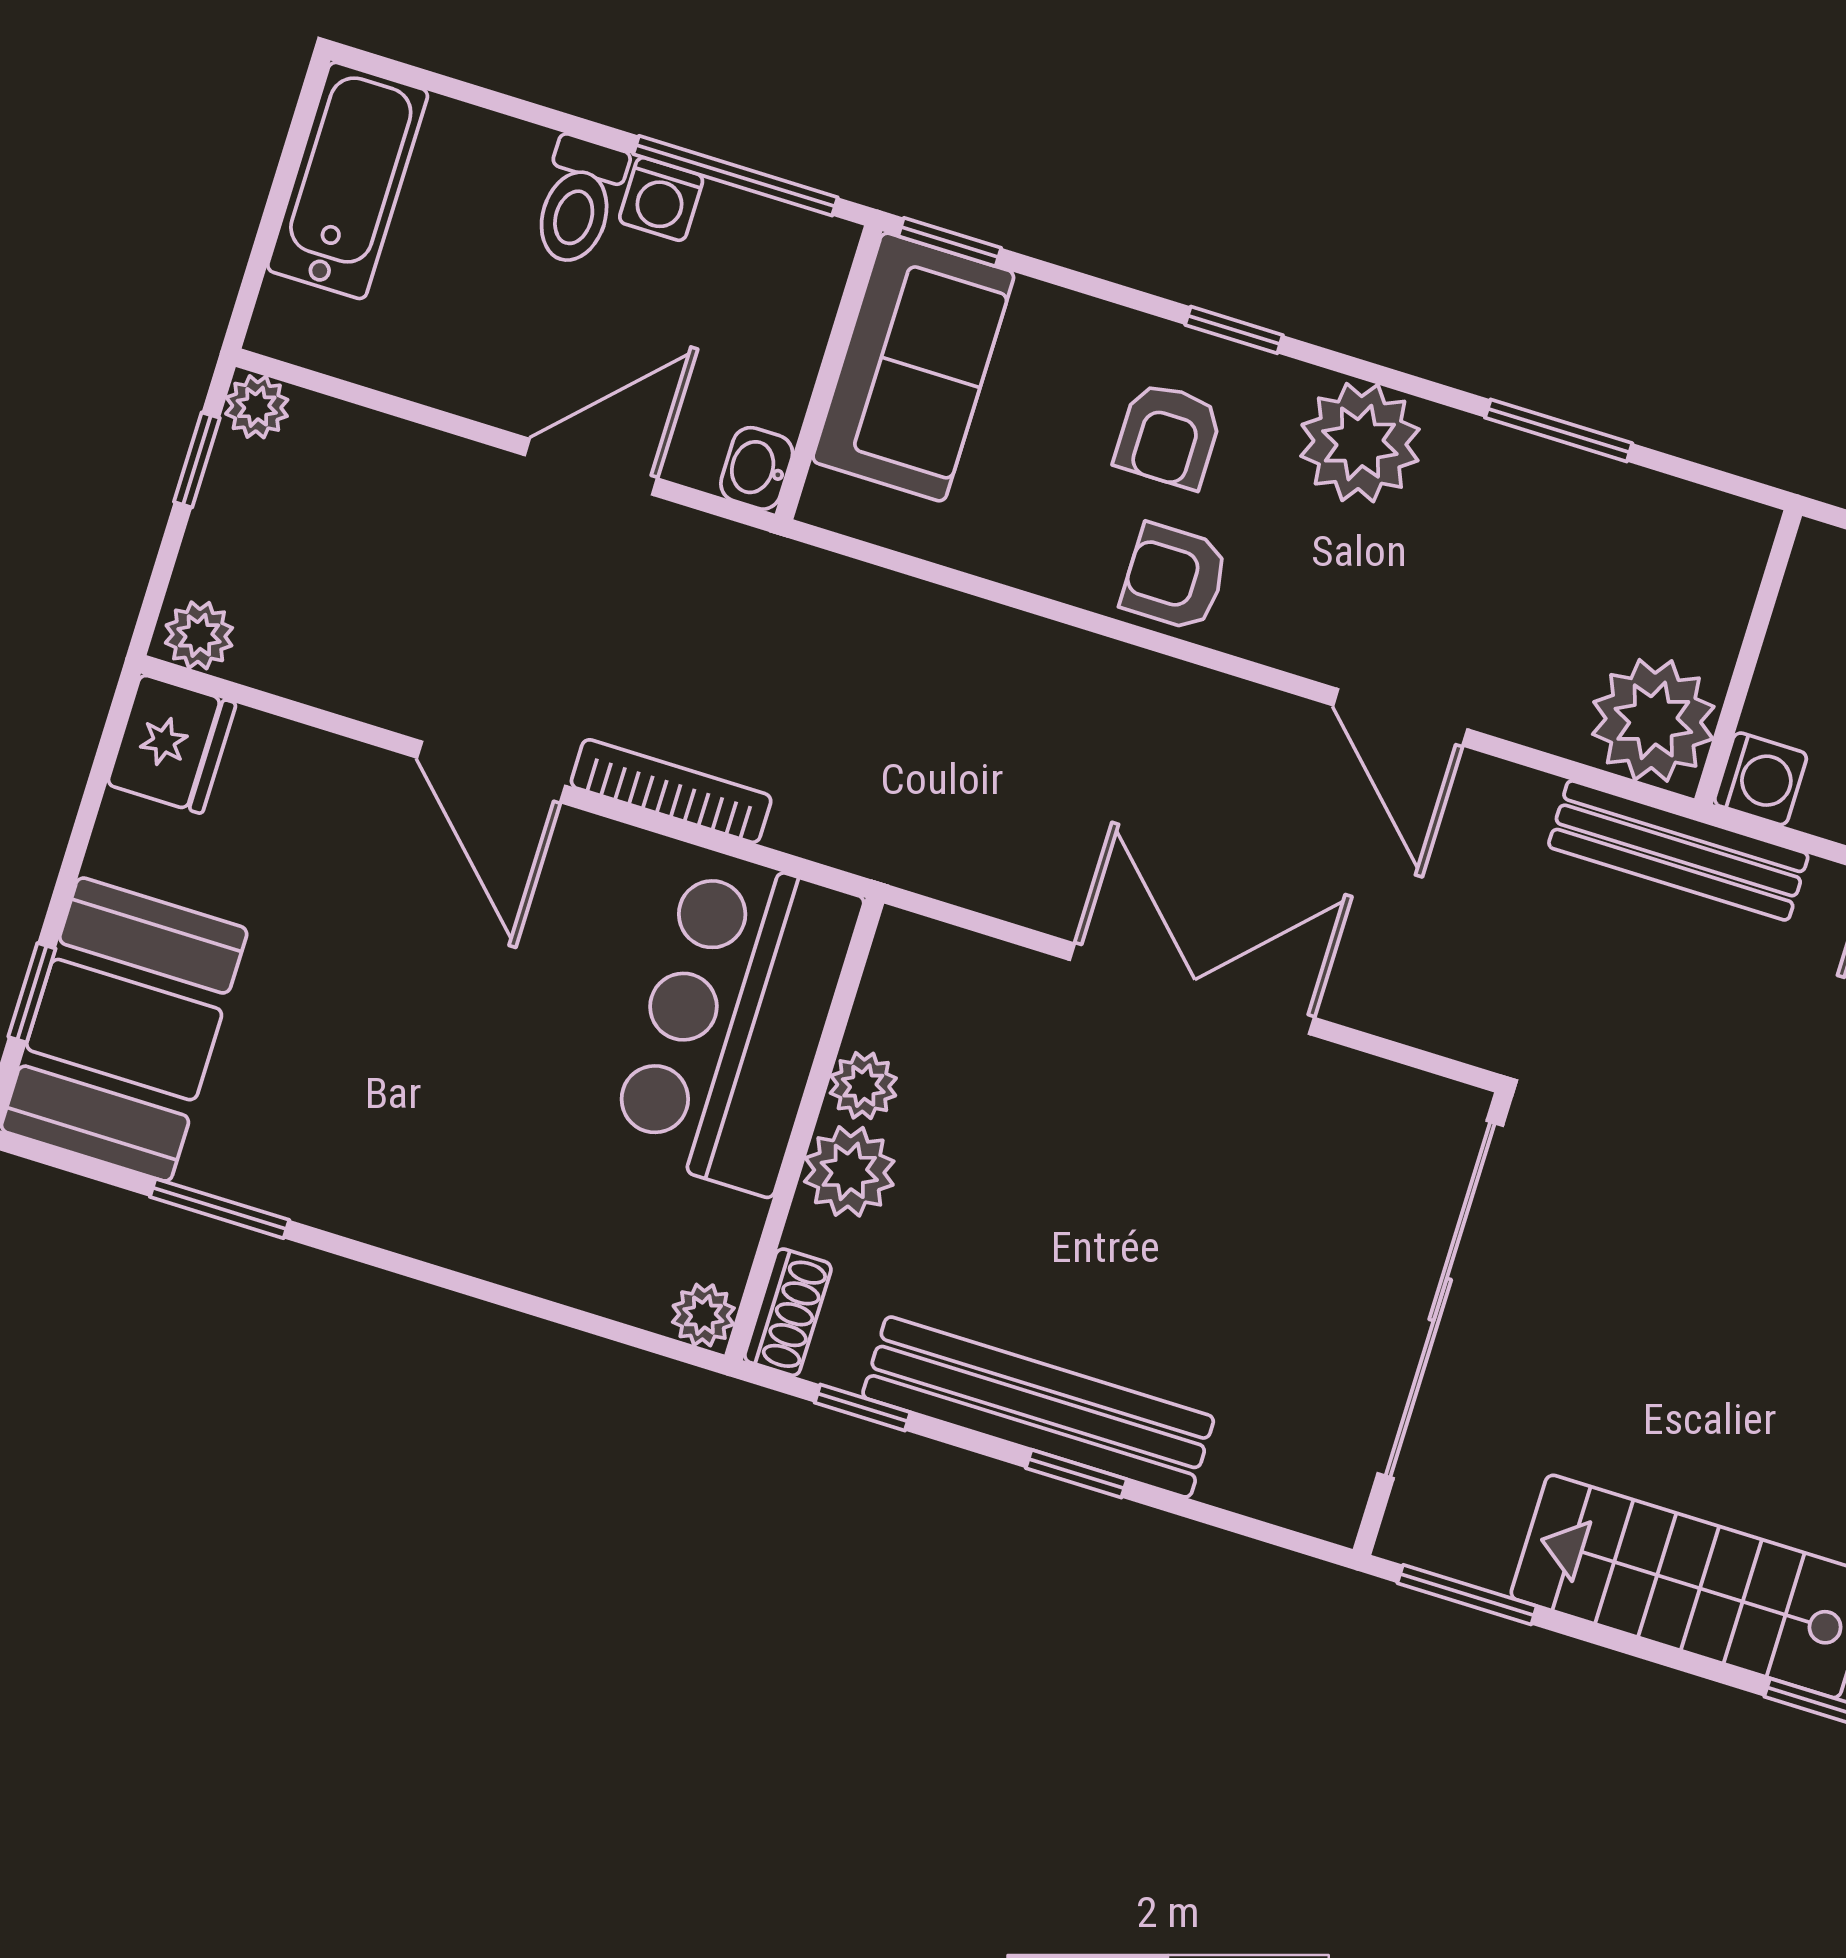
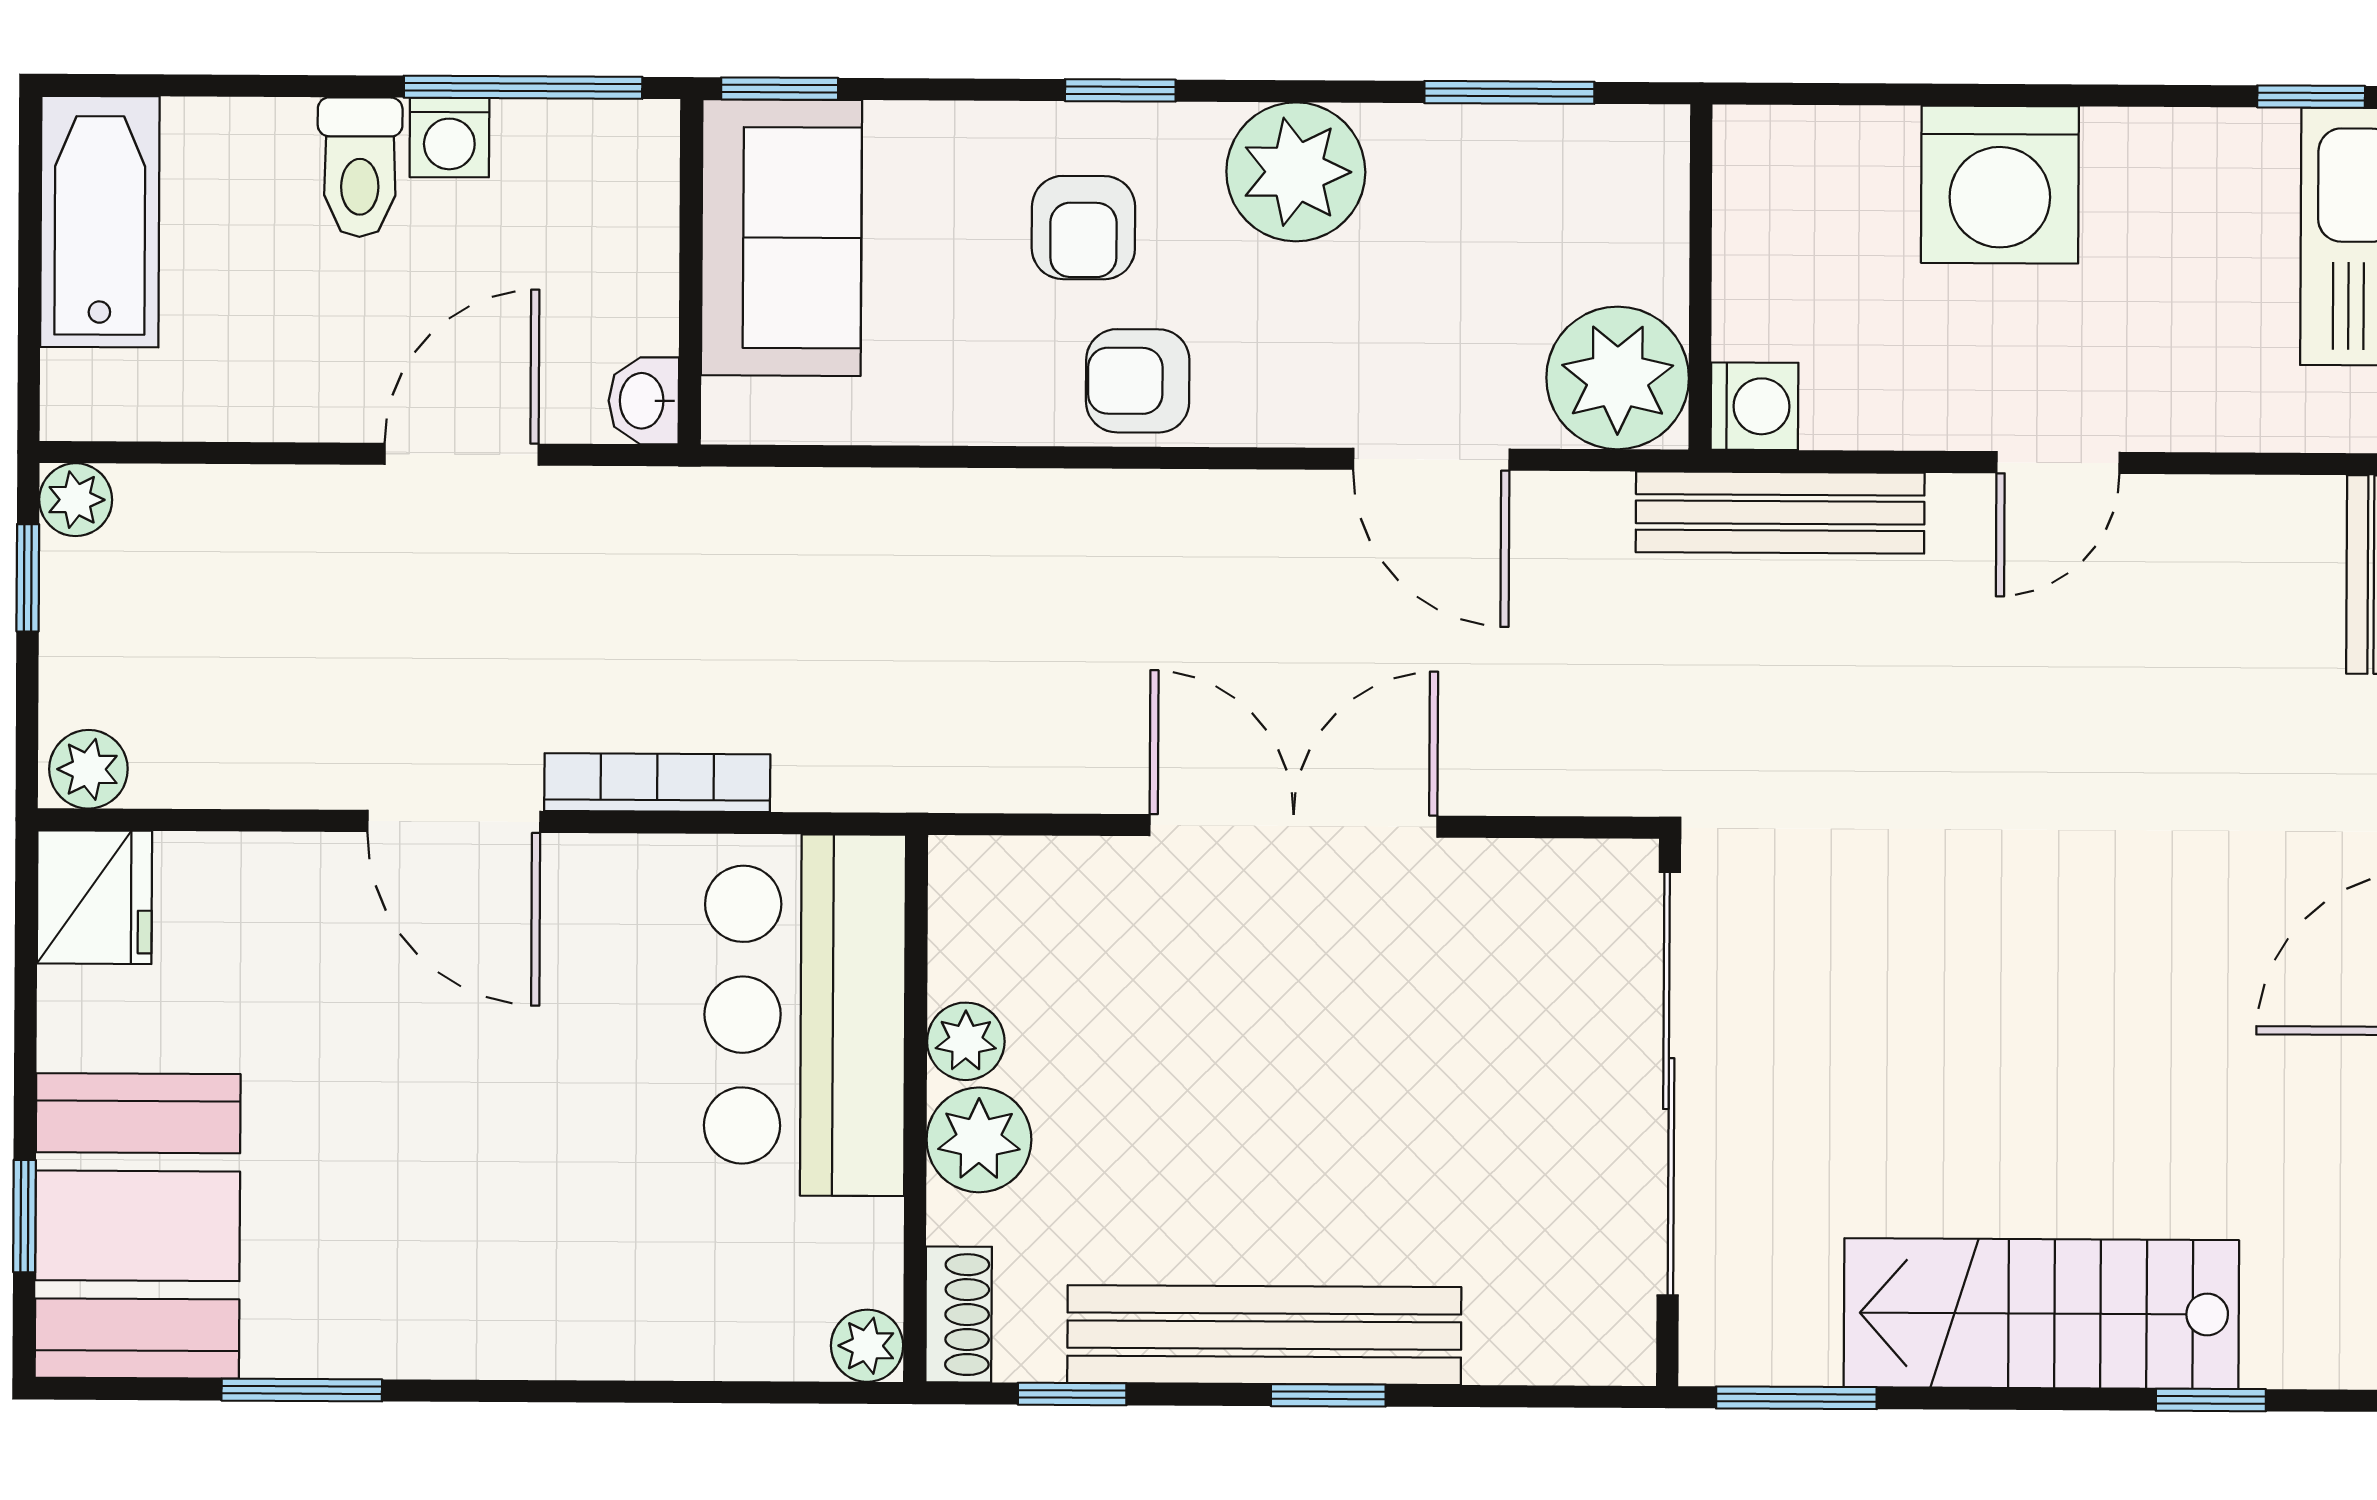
wall: (1748, 657) -> (1701, 277), moved
plant: (1653, 720) -> (1618, 378), moved
washing machine: (1761, 779) -> (1755, 406), moved

